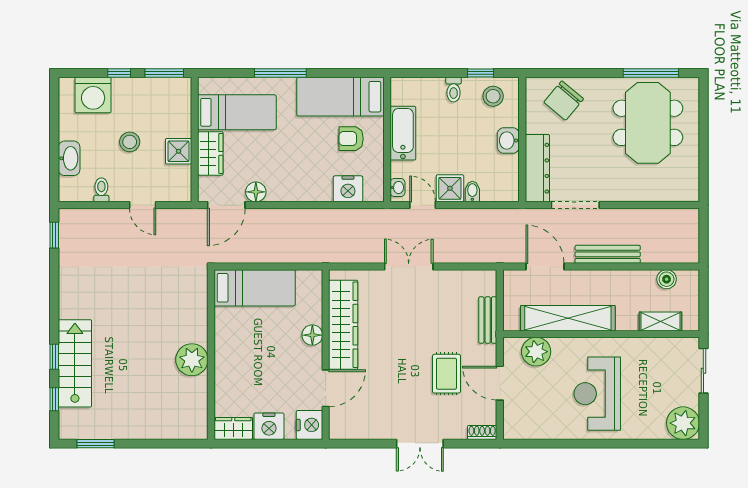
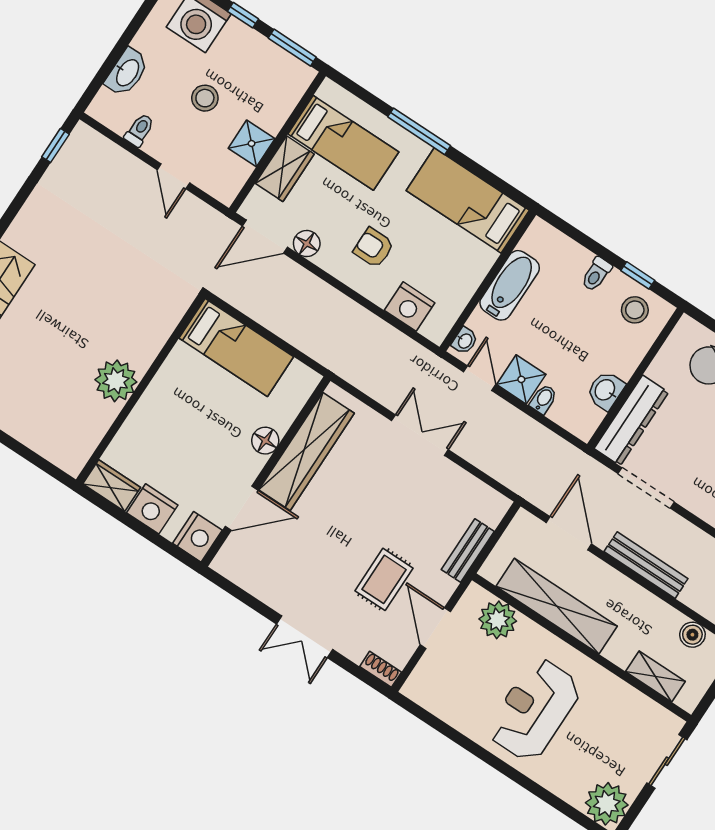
armchair: (351, 139) -> (374, 248), moved
washbasin: (508, 141) -> (606, 390), moved

